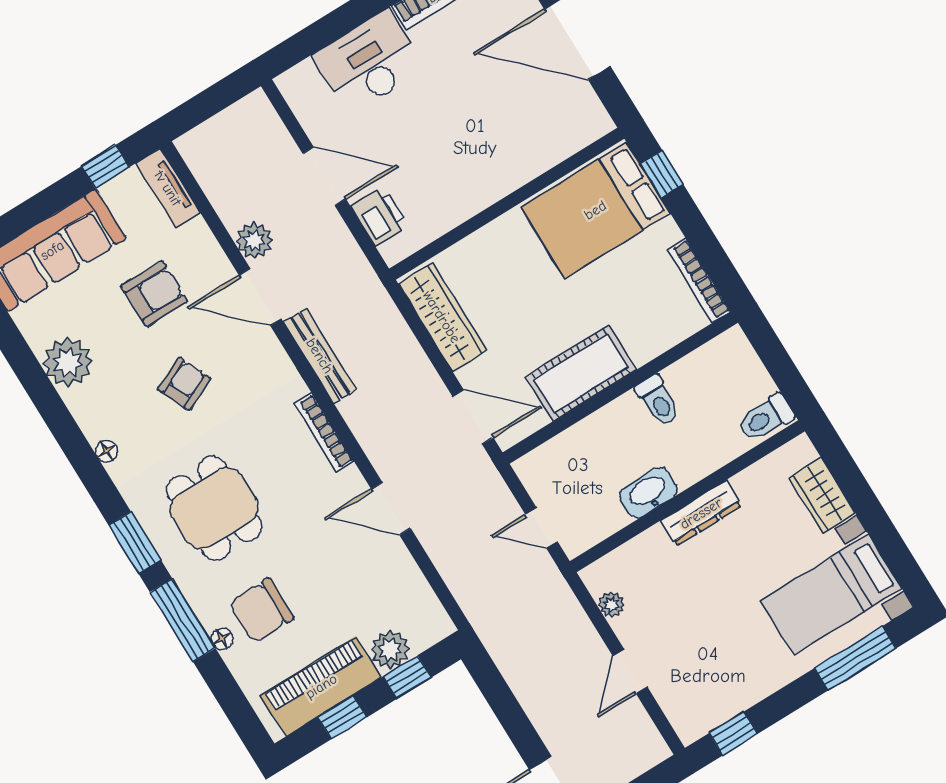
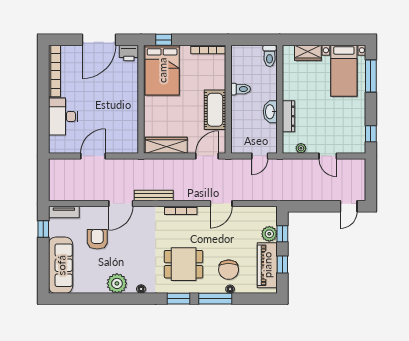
printer: (380, 216) -> (129, 53), moved, turned 180
plant: (254, 241) -> (100, 194), removed
plant: (68, 362) -> (117, 283), moved
armchair: (184, 384) -> (134, 248), removed
dresser: (701, 513) -> (288, 116), moved

